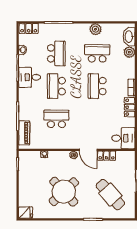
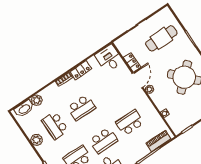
school desk: (56, 119) -> (130, 123), turned 90
cafe table: (110, 194) -> (161, 38), turned 41

